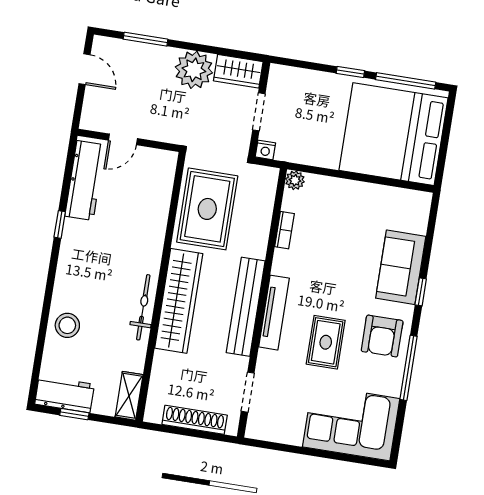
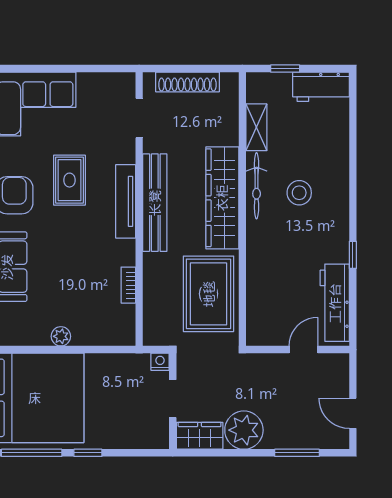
plant: (295, 180) -> (61, 336), moved
stool: (67, 325) -> (299, 193), moved
shelving: (129, 396) -> (256, 127), moved
window: (74, 414) -> (285, 69), moved

